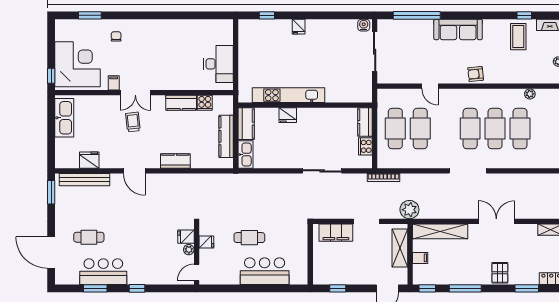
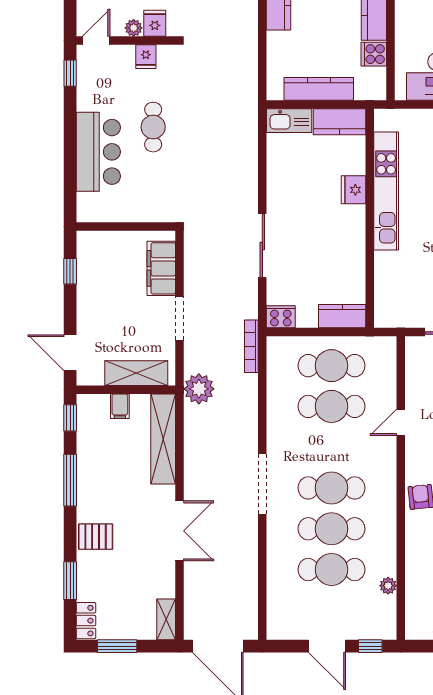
cooker: (365, 146) -> (281, 317), moved
door: (197, 272) -> (96, 41), hinge flipped
window: (216, 288) -> (70, 73), added

